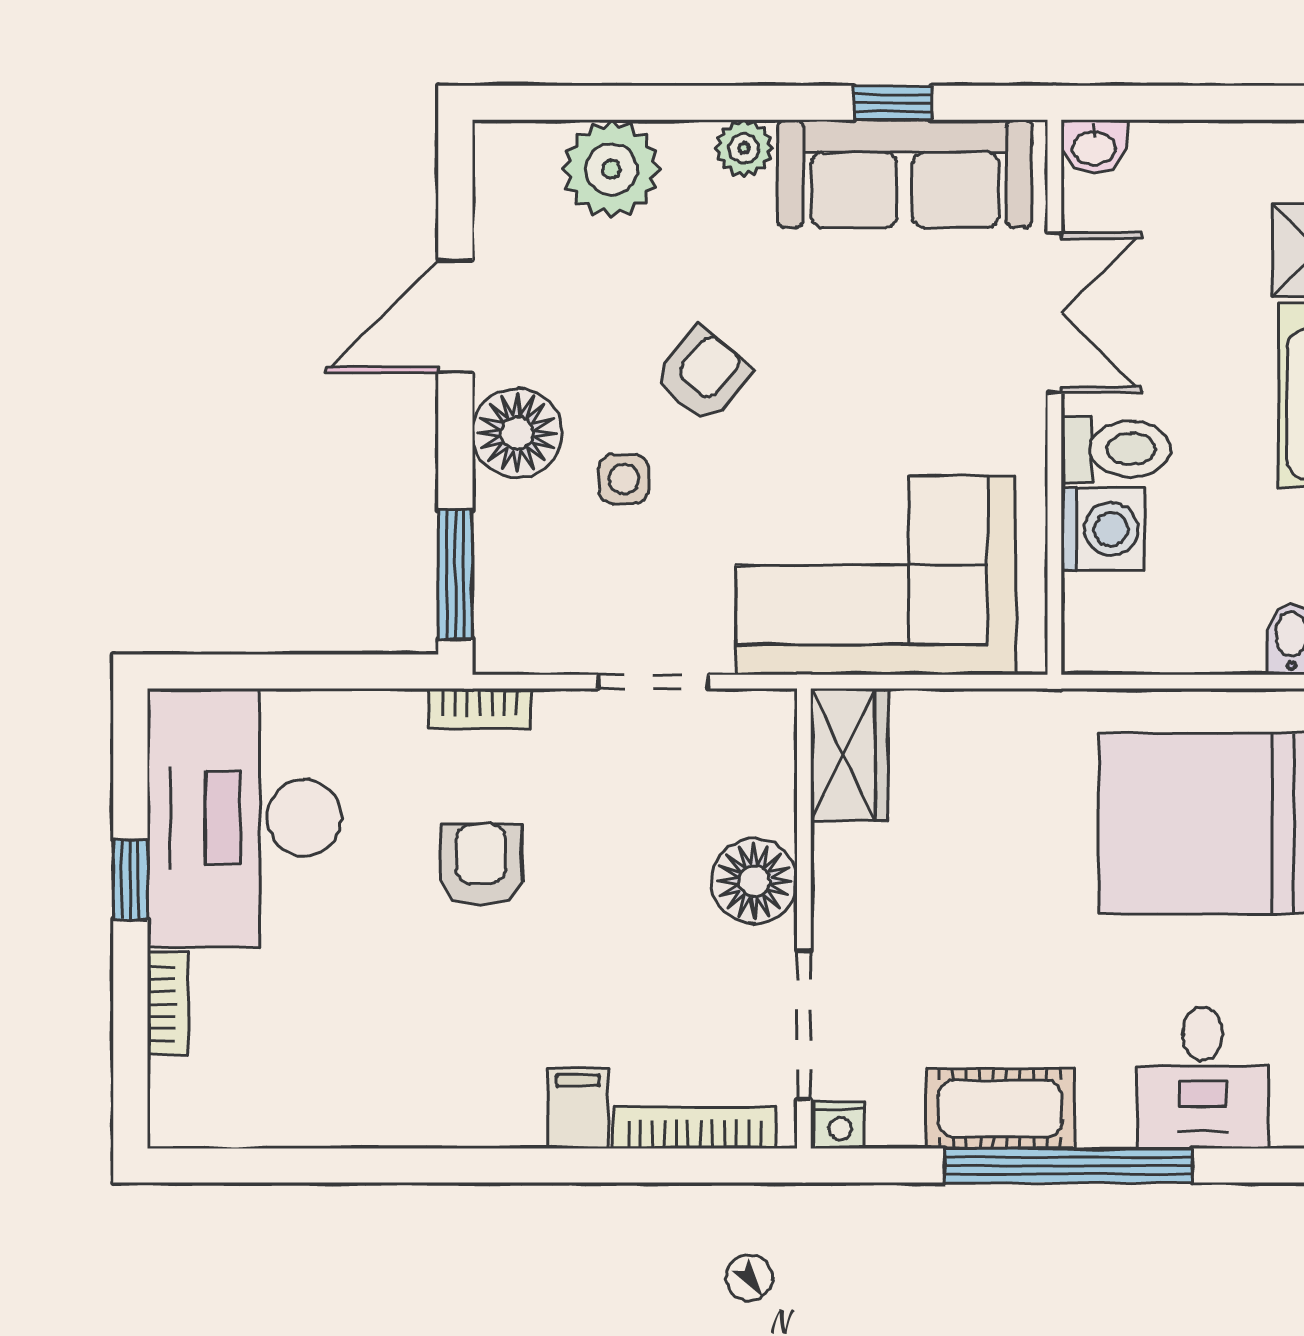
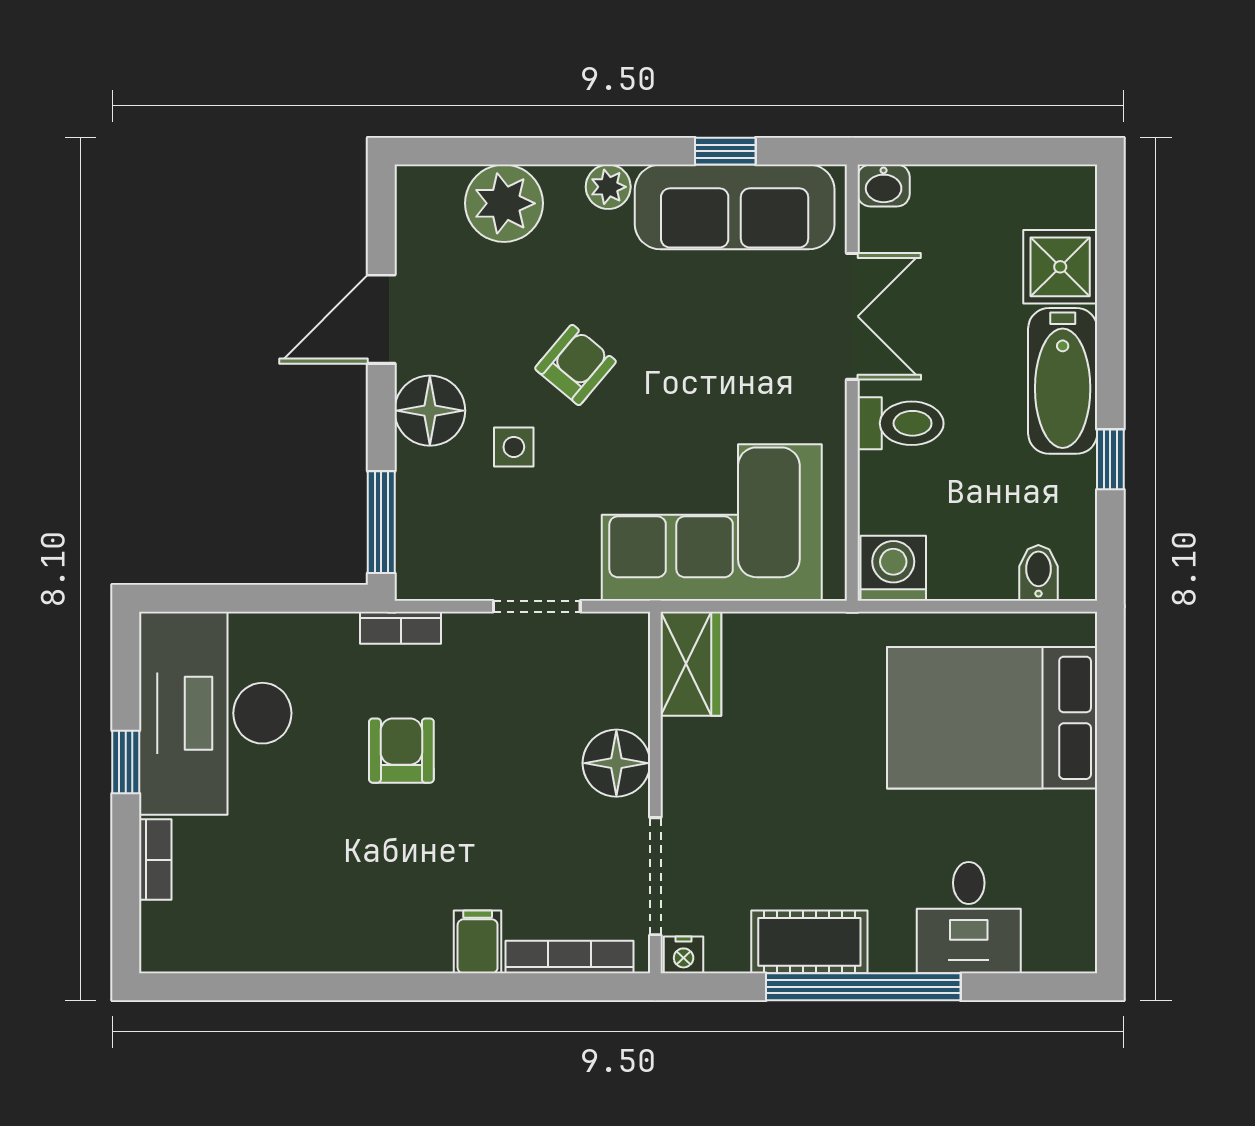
washing machine: (1103, 529) -> (893, 568), moved, turned -90

